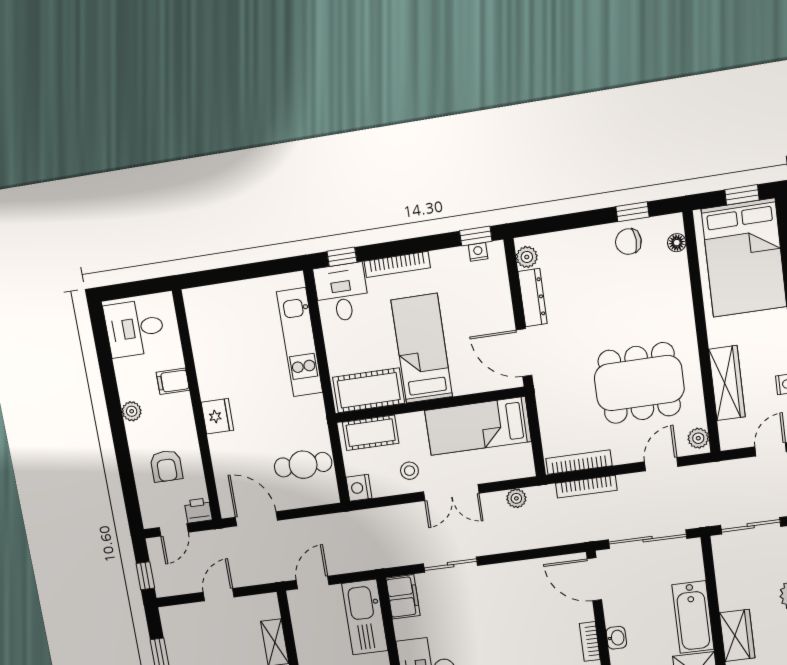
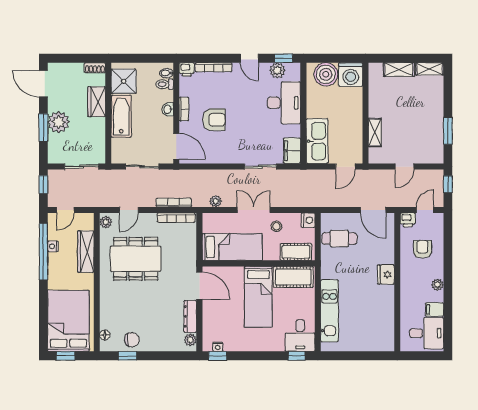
bookcase: (397, 264) -> (265, 347), removed
filing cabinet: (173, 381) -> (434, 309), moved, turned 180
sliding door: (648, 539) -> (142, 167), width x0.73
armchair: (538, 630) -> (214, 120), added

